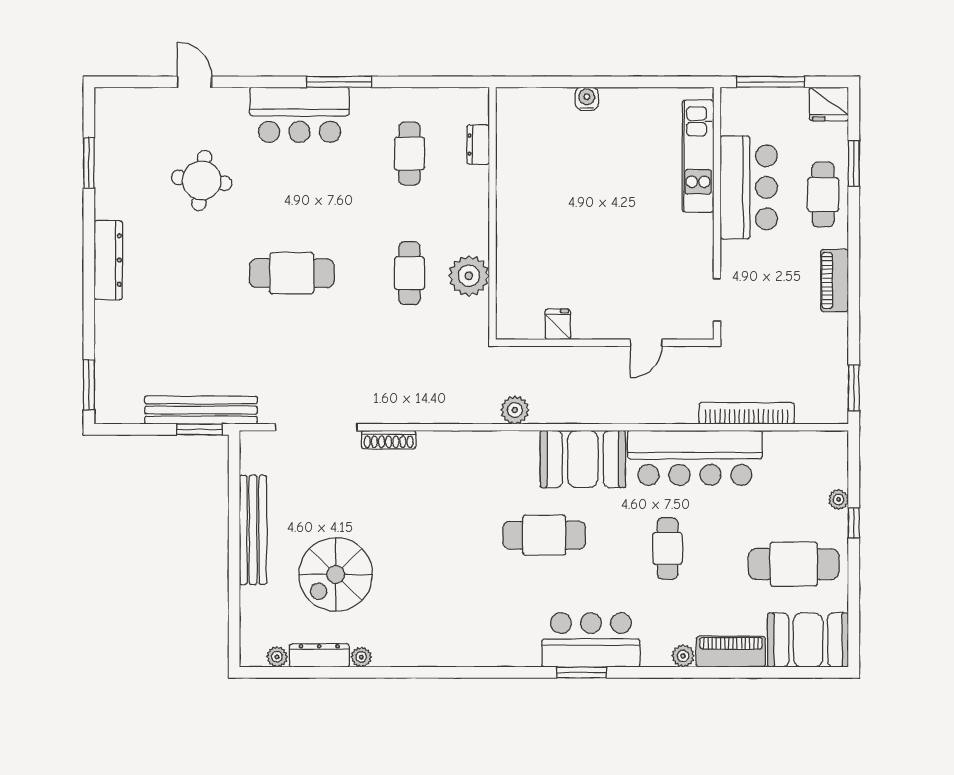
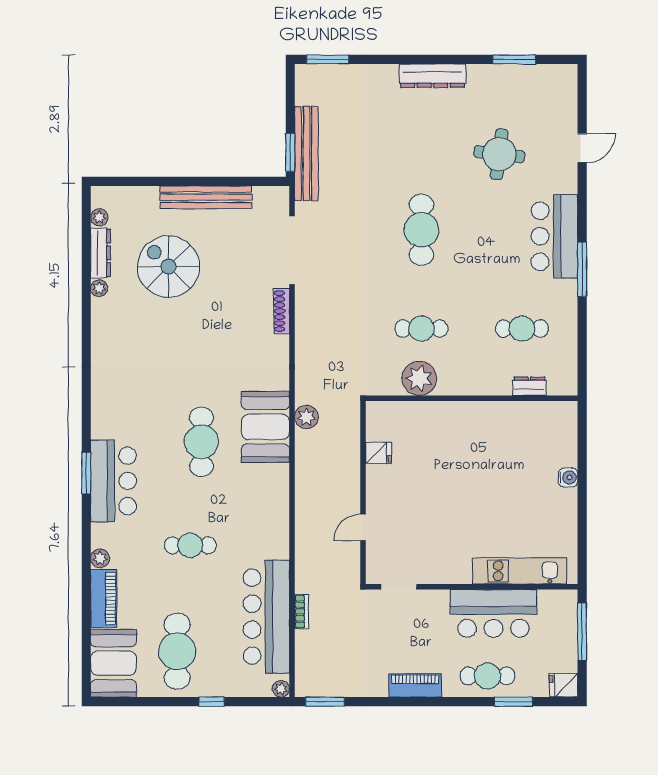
fridge: (829, 104) -> (563, 685), width x0.72
door: (646, 343) -> (363, 527), hinge flipped
bookcase: (747, 413) -> (302, 612), width x0.43, depth x0.76
bar counter: (695, 458) -> (266, 617), moved
booth: (583, 459) -> (265, 427), moved
plant: (838, 499) -> (281, 689), moved

